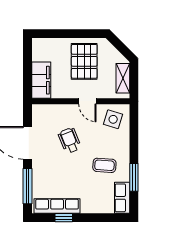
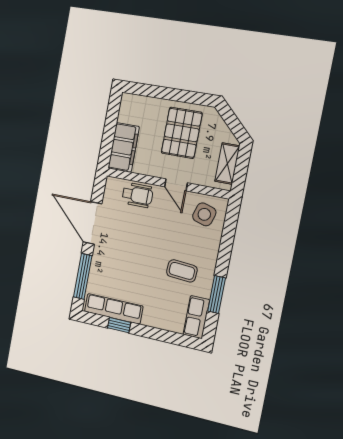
wheelchair: (70, 140) -> (137, 195), moved, turned 112

